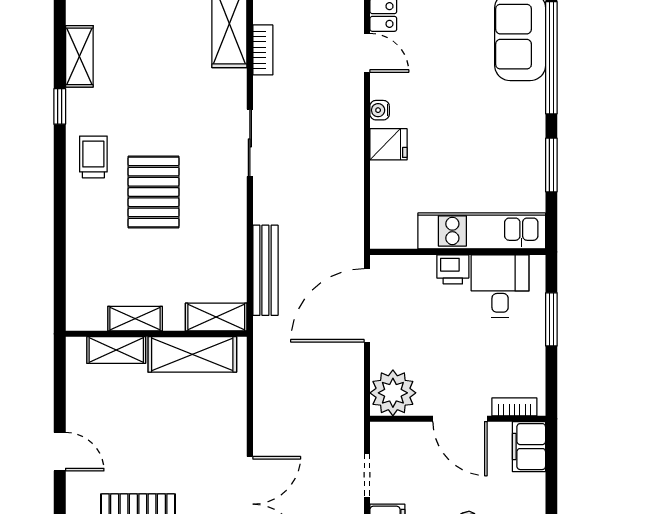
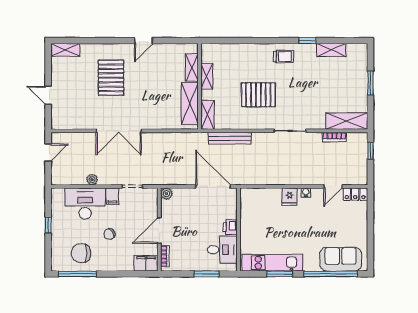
pallet: (154, 192) -> (258, 95), moved
kitchen unit: (482, 231) -> (272, 263), moved, turned -90
plant: (393, 393) -> (166, 194), width x0.53, depth x0.53

